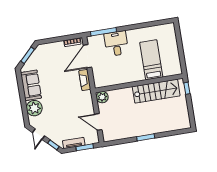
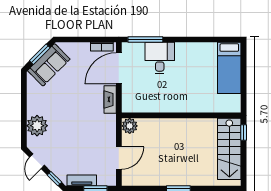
bed: (151, 60) -> (229, 68), moved, turned 180
sofa: (31, 85) -> (49, 65), moved, turned 45
stairs: (156, 91) -> (229, 149), moved, turned 90
door: (98, 122) -> (119, 158), swing flipped

